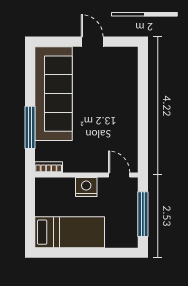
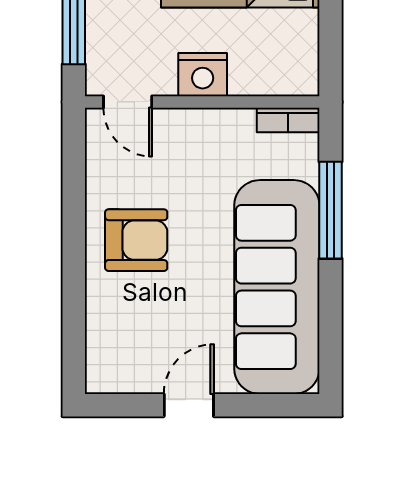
door: (92, 42) -> (189, 405), swing flipped
armchair: (115, 114) -> (136, 240), added

